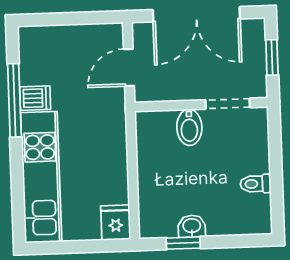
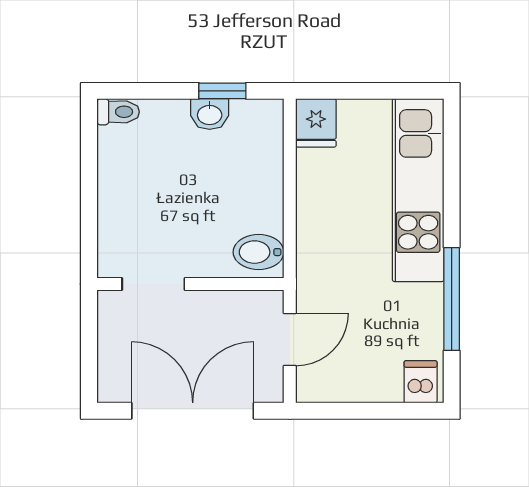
window: (272, 57) -> (89, 347), removed
dishwasher: (35, 98) -> (421, 382), moved, turned 90
bidet: (189, 127) -> (259, 252), moved, turned -90
toilet: (256, 184) -> (118, 112), moved

